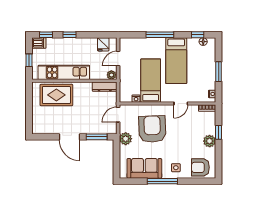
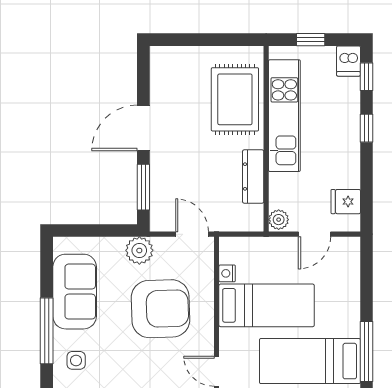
window: (160, 35) -> (367, 352), moved
door: (118, 59) -> (314, 234), swing flipped
dresser: (105, 87) -> (253, 176), moved

